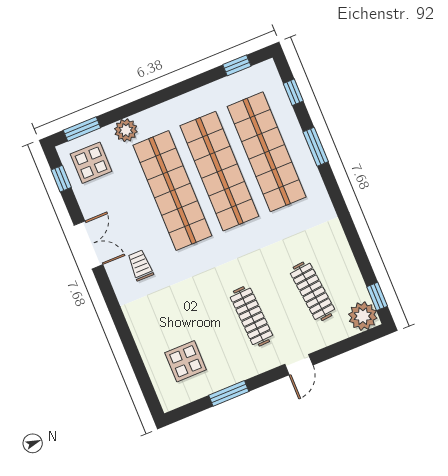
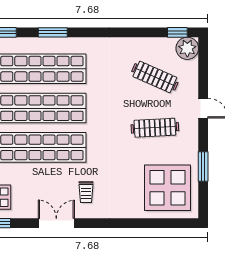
trolley: (140, 265) -> (86, 192), turned -90
clothes rail: (312, 291) -> (155, 77), turned 30
display table: (186, 361) -> (168, 188), width x1.86, depth x1.86

